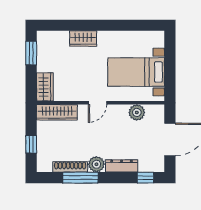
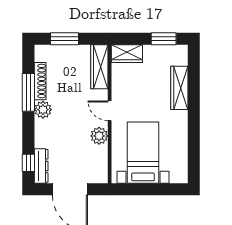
wardrobe: (83, 39) -> (179, 88), width x1.50
plant: (137, 112) -> (99, 136), moved
window: (31, 144) -> (65, 39), width x1.50
dresser: (122, 166) -> (41, 166), moved

